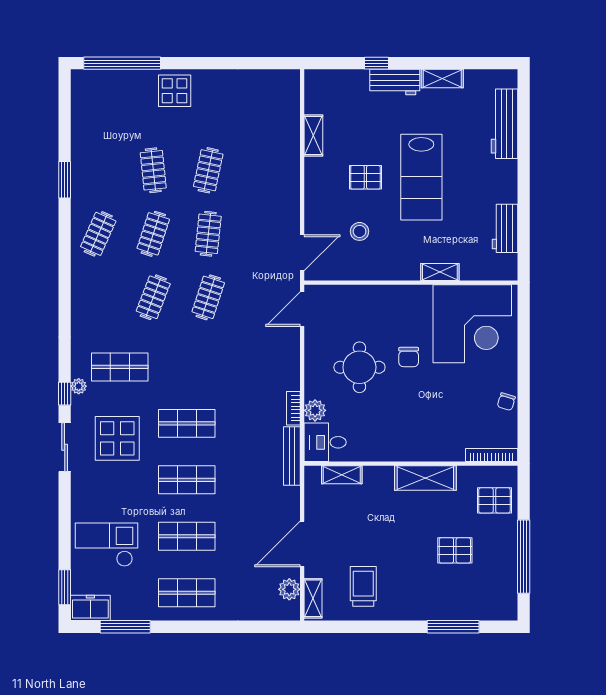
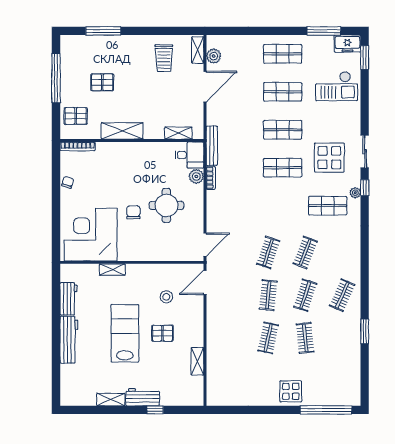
workbench: (504, 124) -> (69, 340), moved

